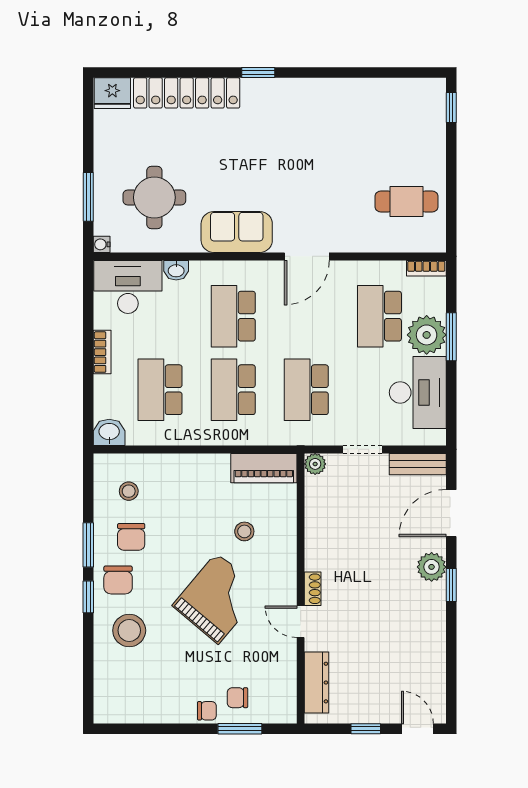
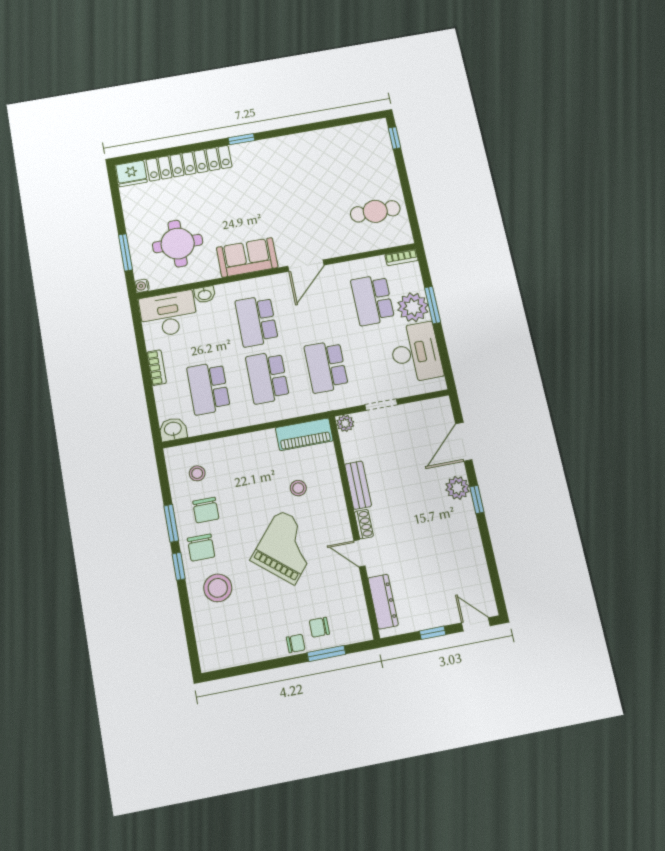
bench: (418, 464) -> (358, 485), moved, turned 90

